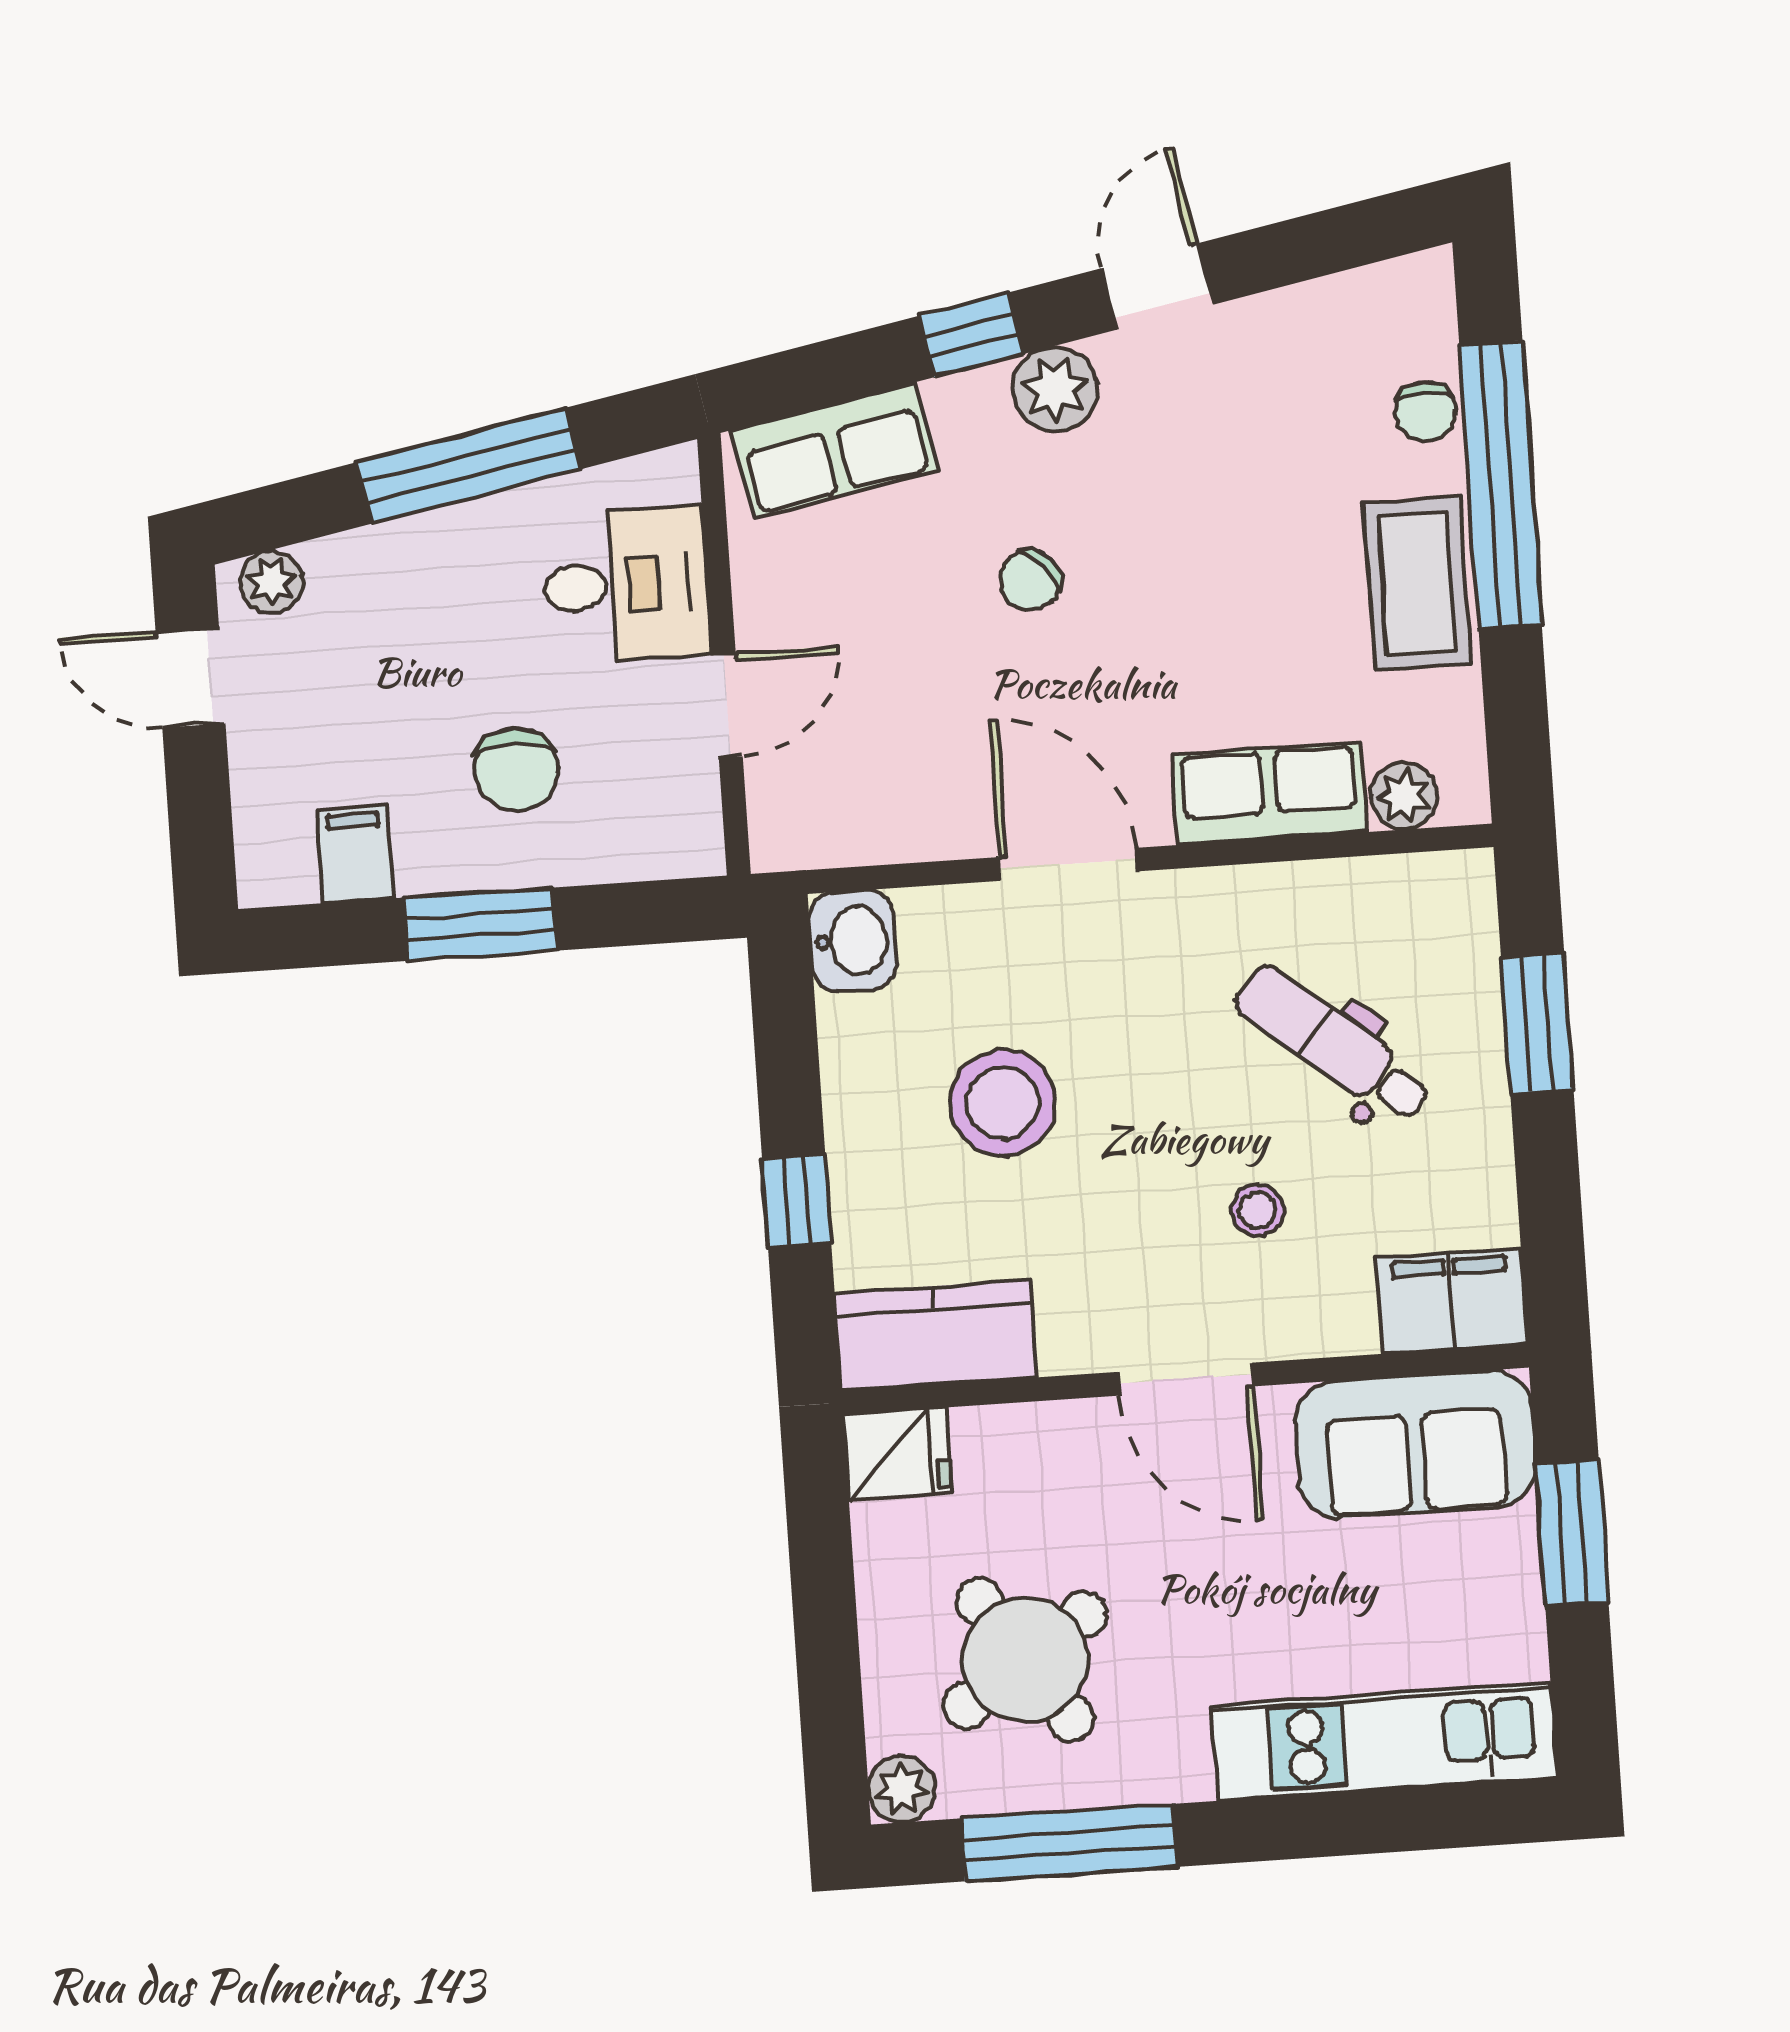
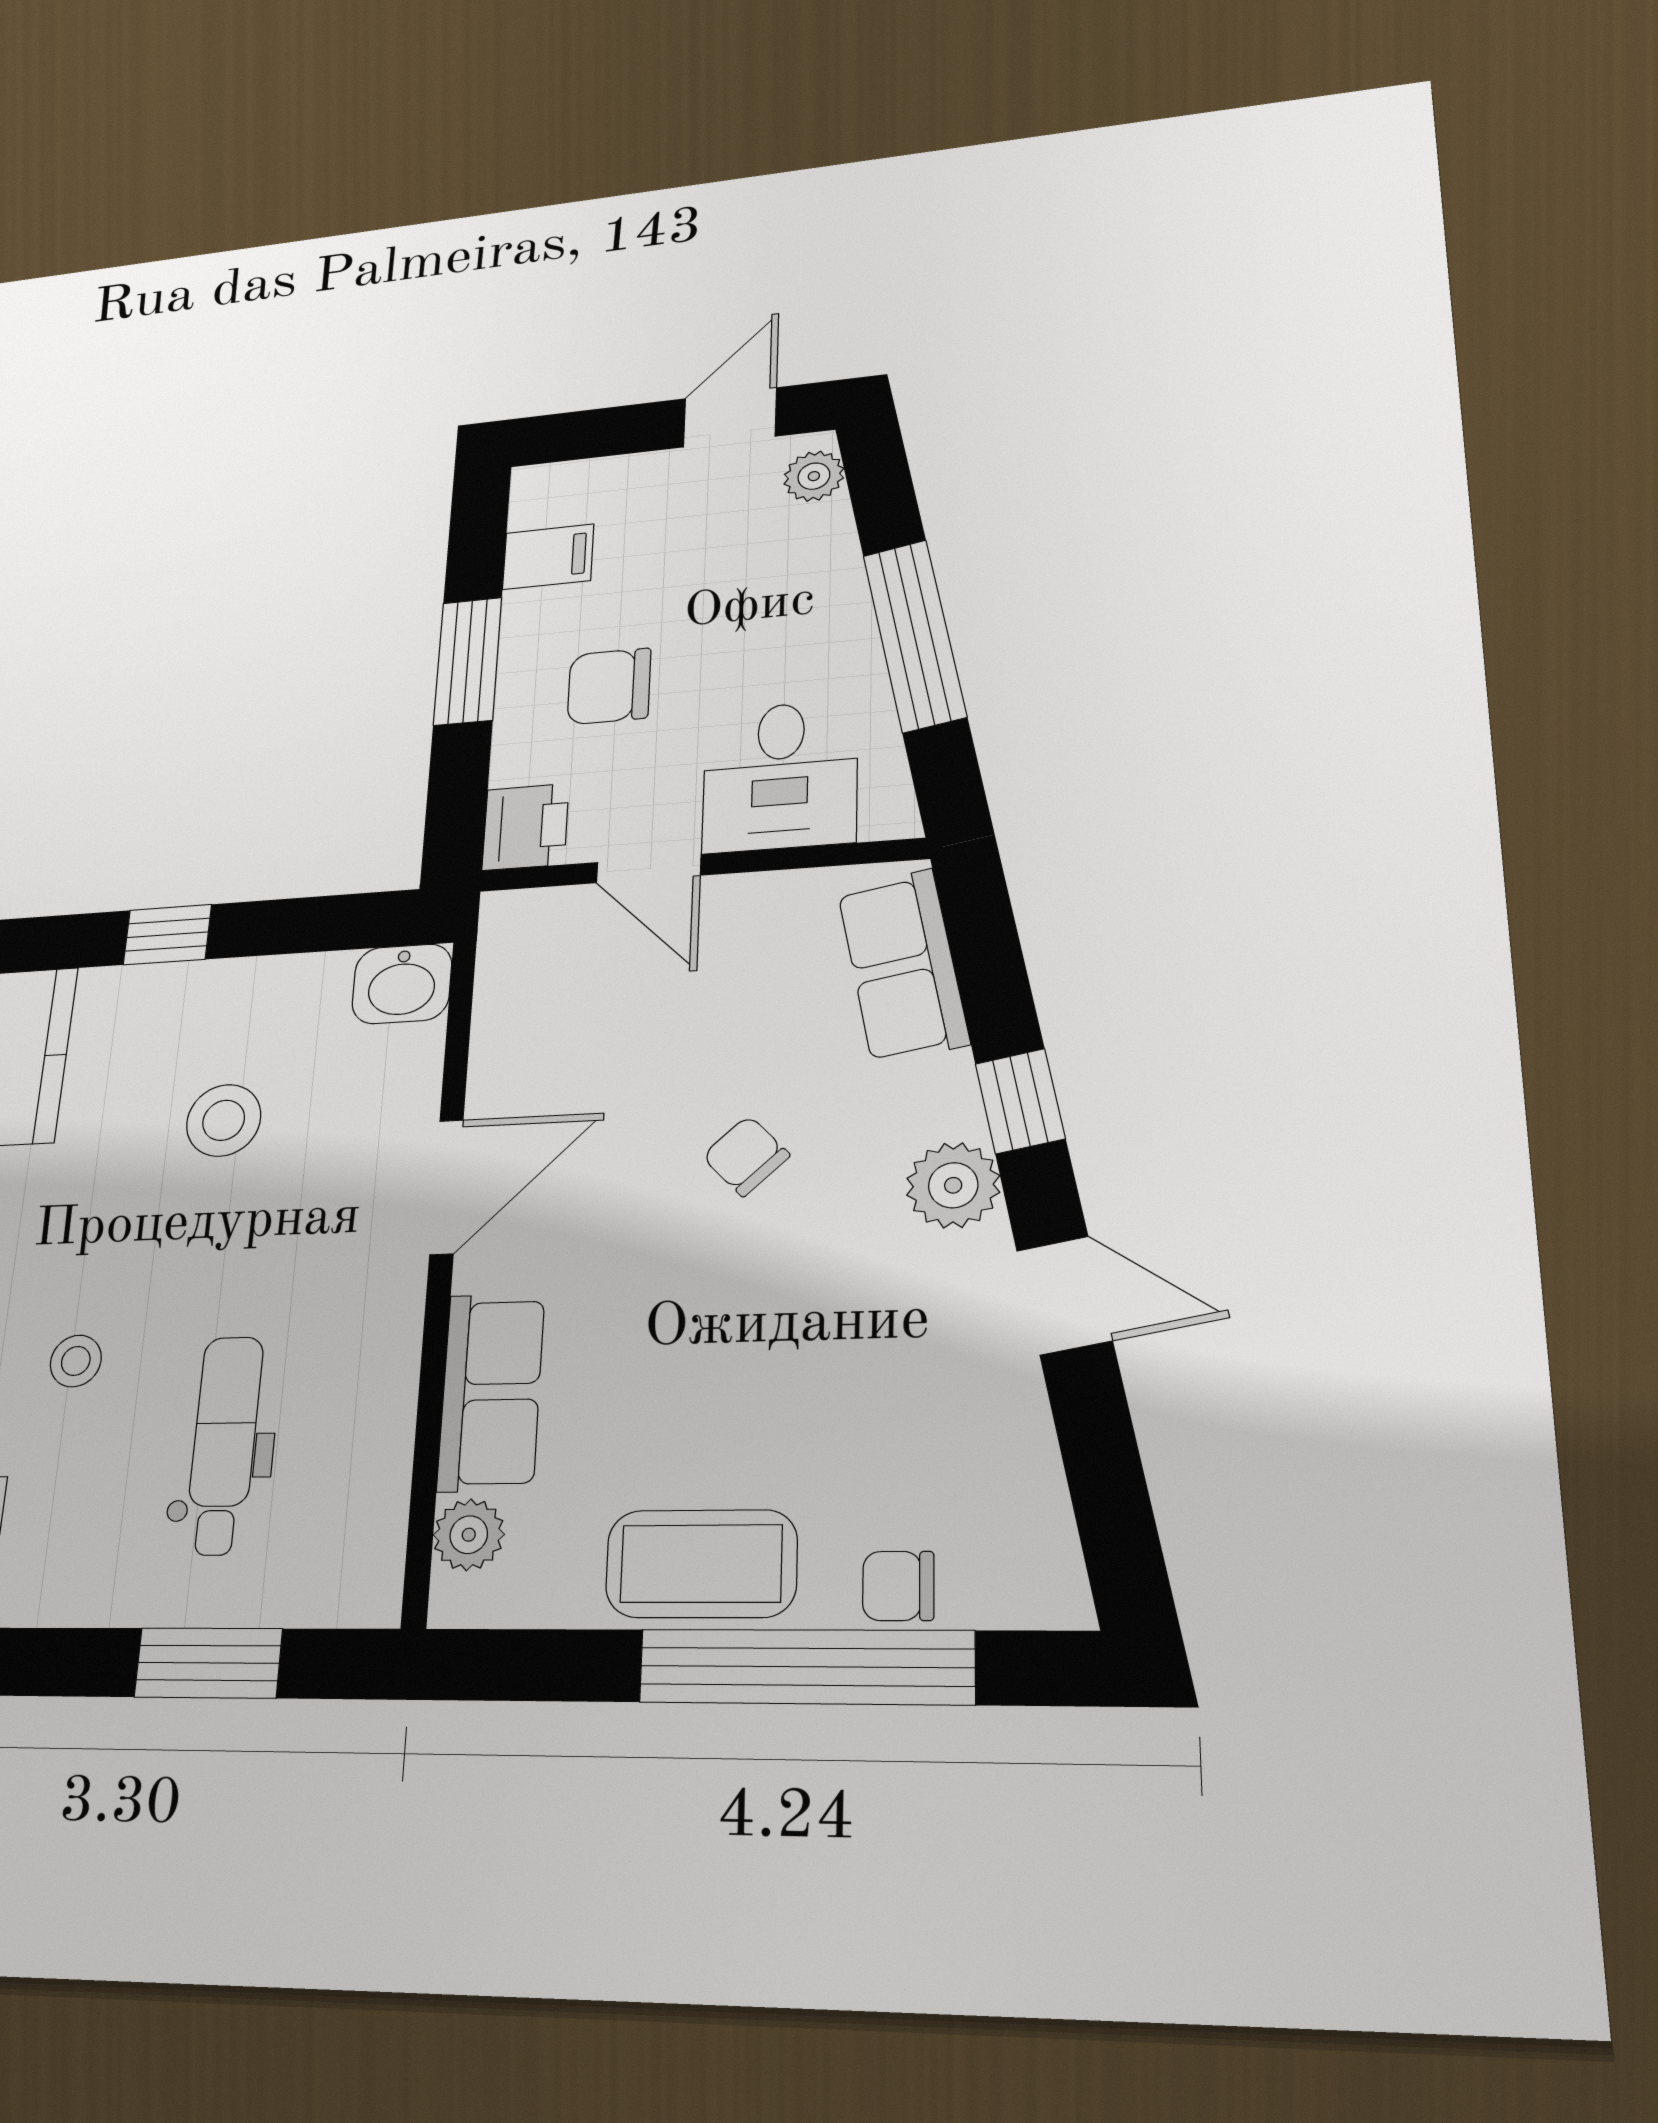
printer: (678, 837) -> (525, 827), added
dental chair: (1333, 1044) -> (224, 1445), turned -39
stool: (1003, 1103) -> (224, 1120), width x0.73, depth x0.73

